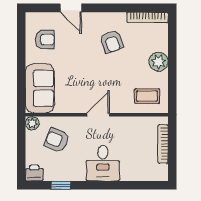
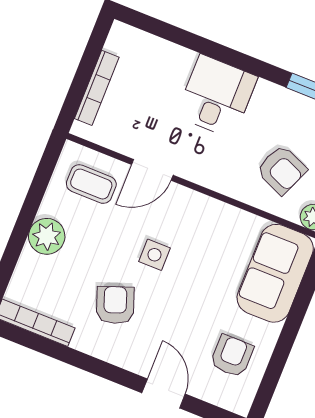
armchair: (45, 40) -> (232, 356), turned 90
side table: (102, 74) -> (154, 255), added
door: (98, 115) -> (152, 170), moved

